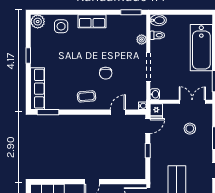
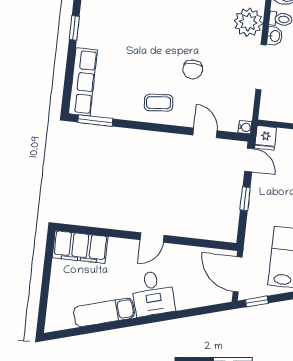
plant: (142, 39) -> (248, 22), width x1.87, depth x1.87
washbasin: (155, 94) -> (275, 36), moved
door: (118, 112) -> (205, 133), hinge flipped
door: (148, 126) -> (250, 160), hinge flipped

